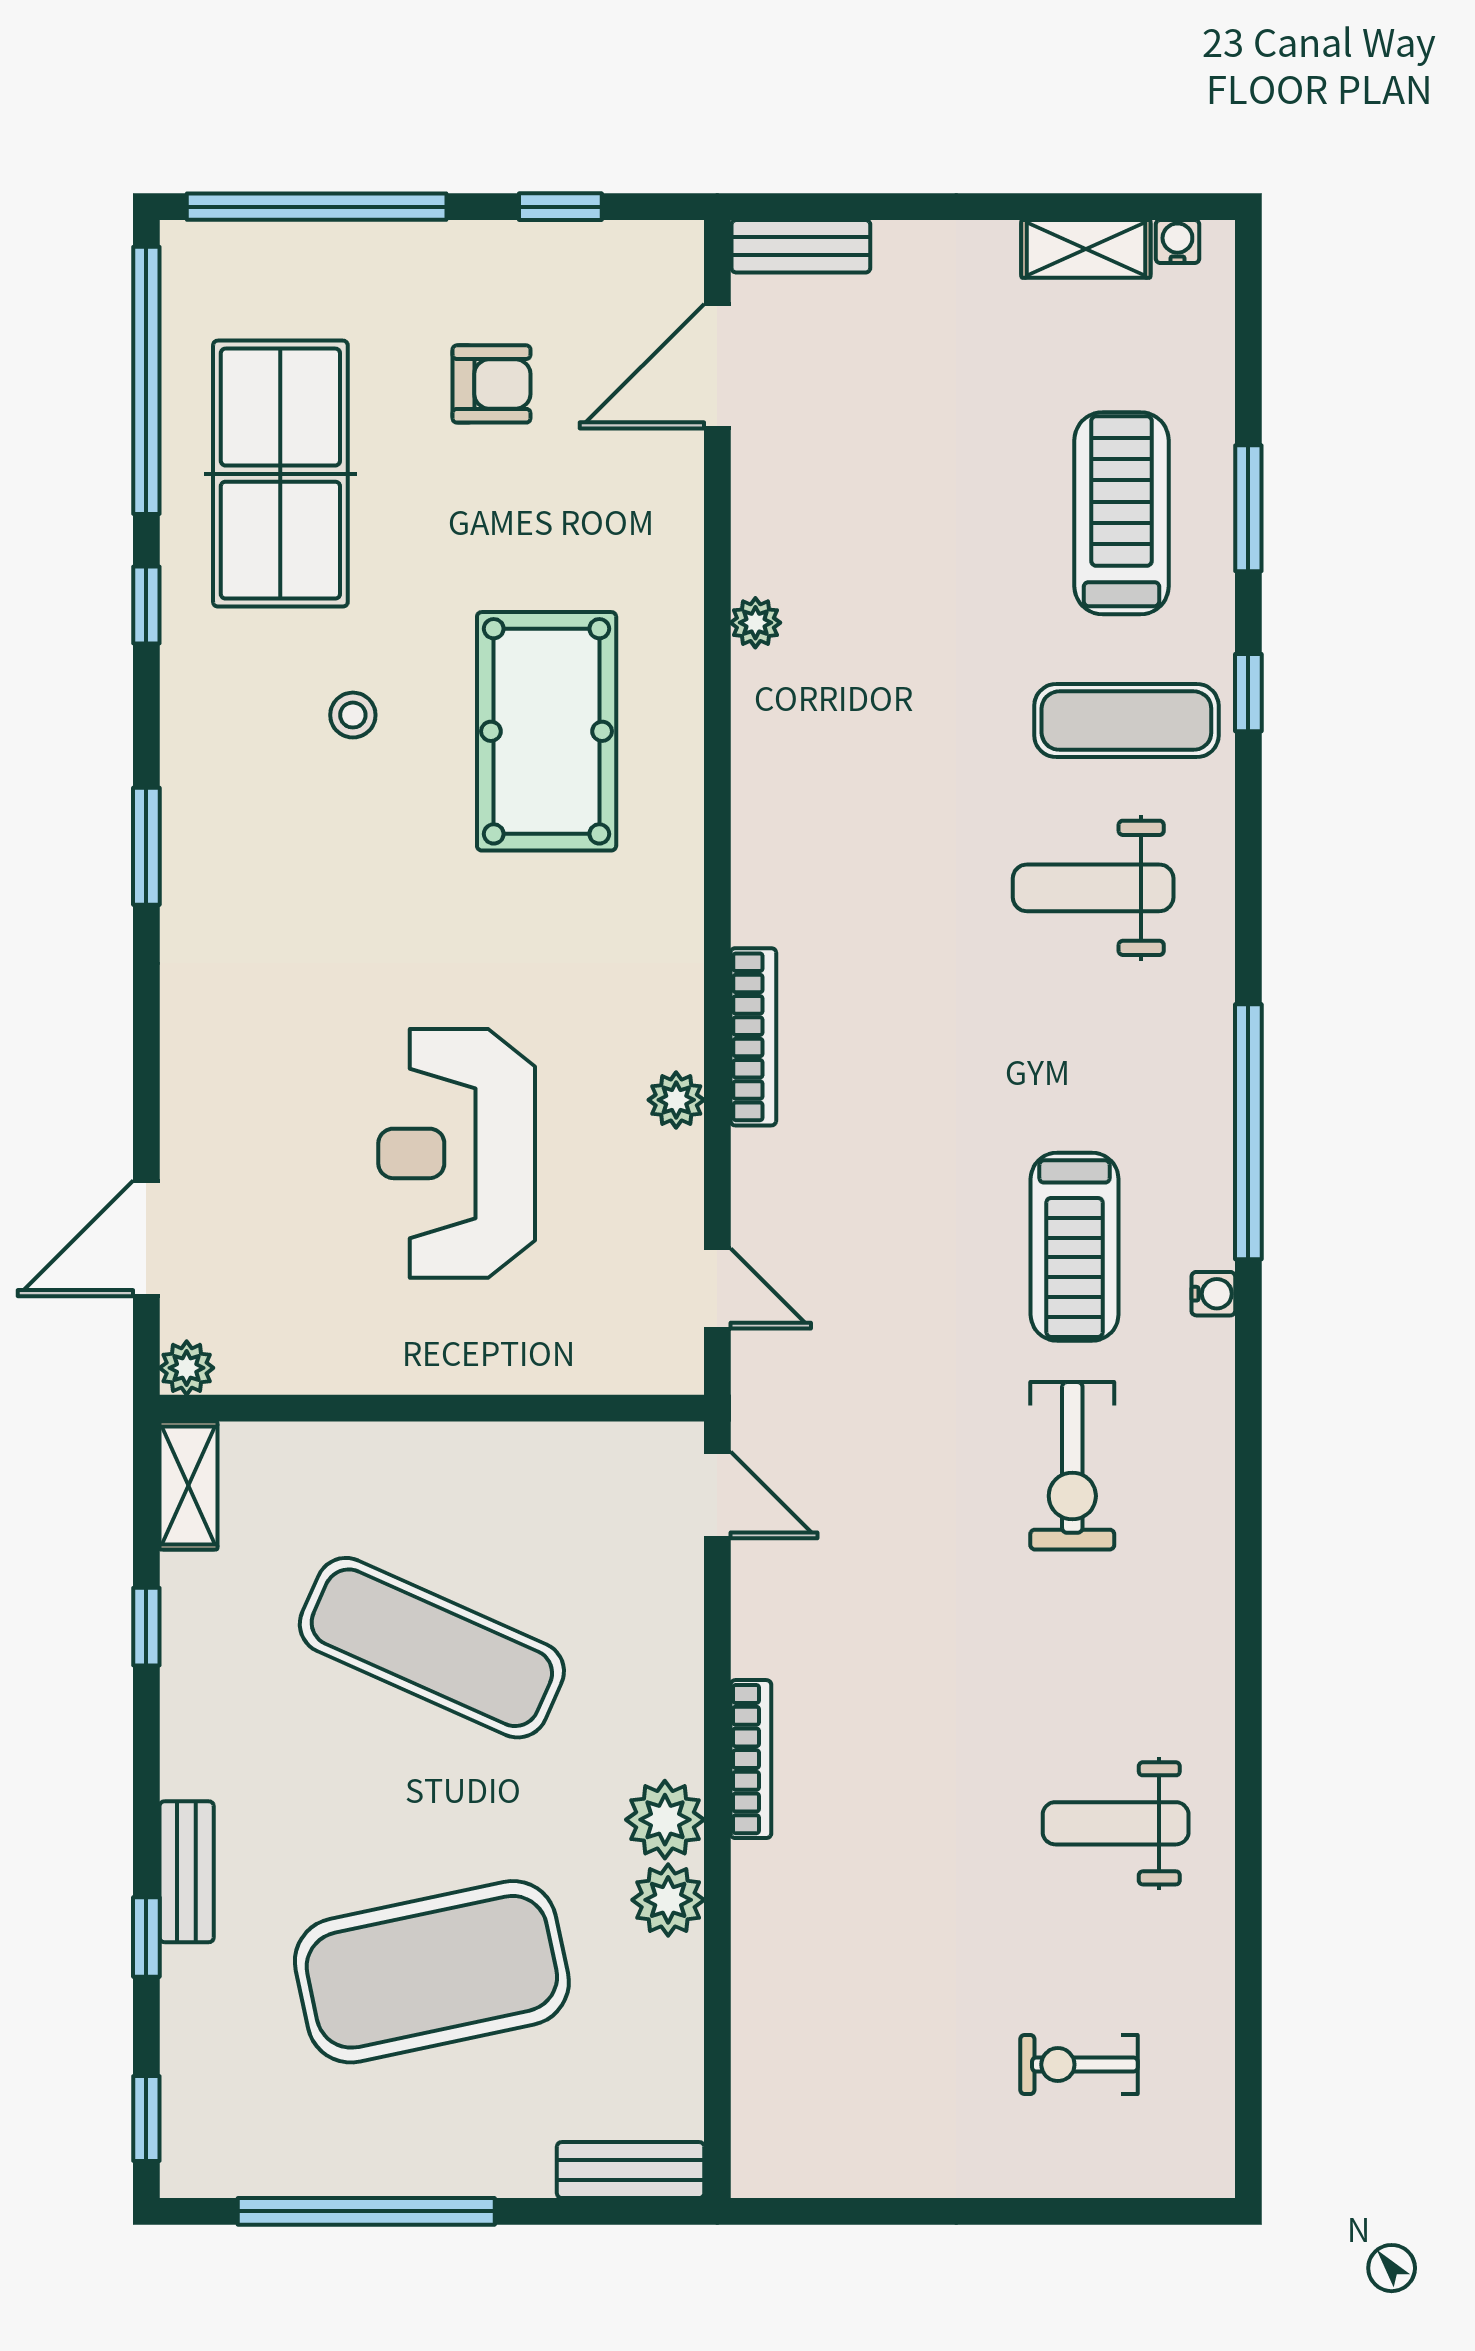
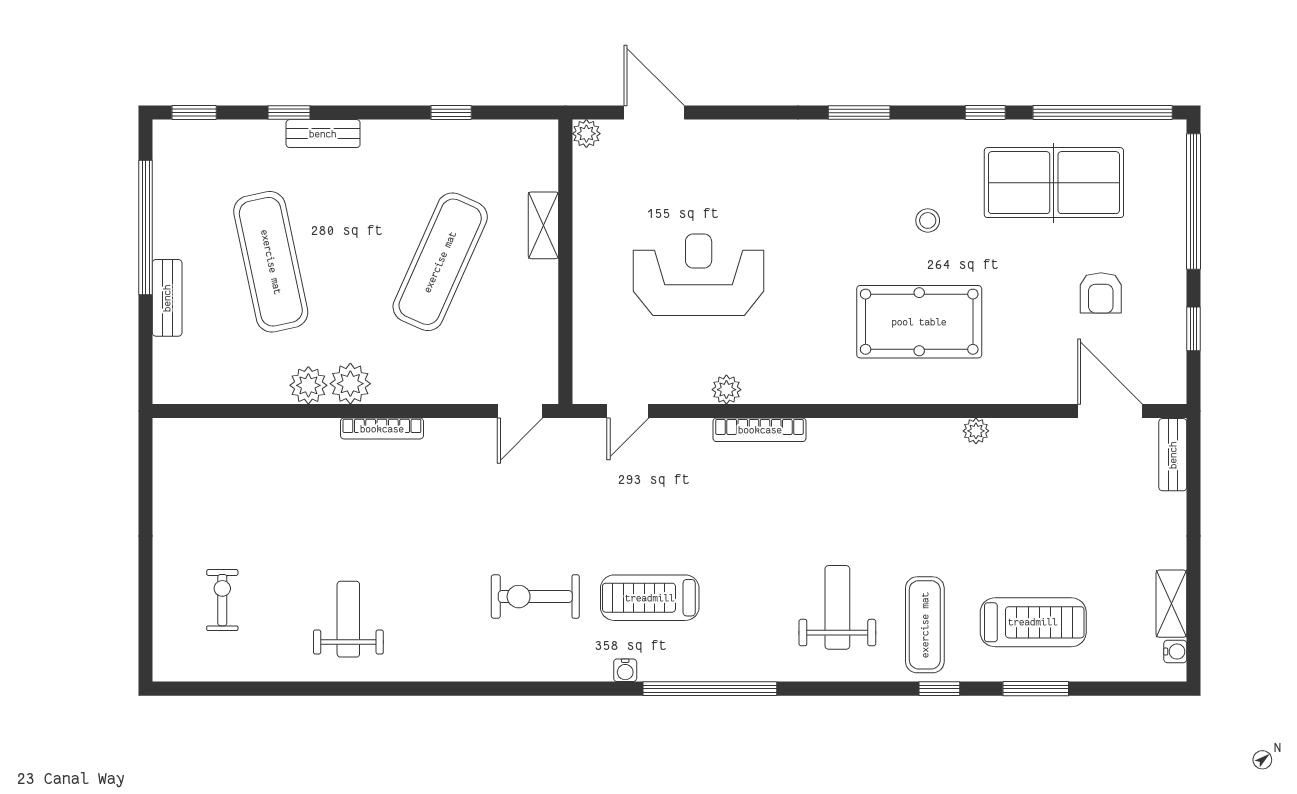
shelving: (189, 1486) -> (543, 225), moved, turned 90
exercise mat: (432, 1972) -> (271, 262), width x0.68
bench: (631, 2170) -> (167, 298), moved

